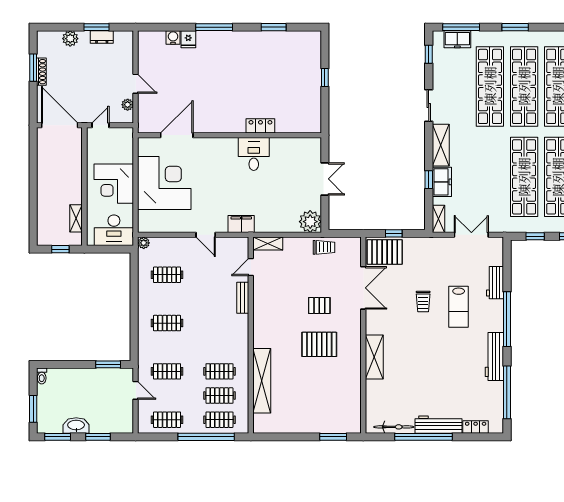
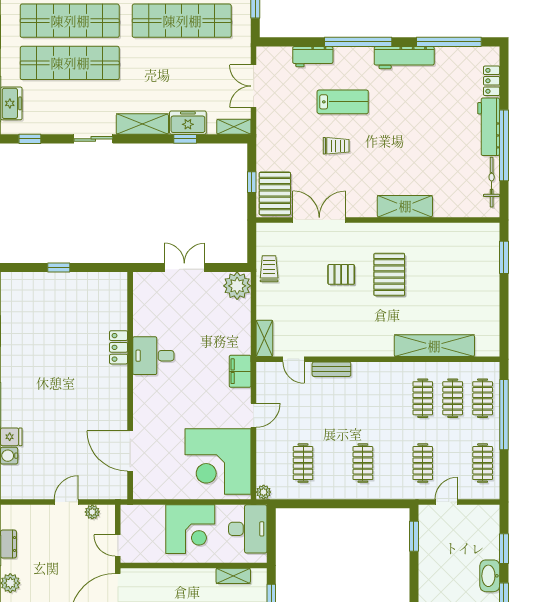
corner desk: (164, 183) -> (218, 461), moved, turned -90
pallet: (319, 306) -> (341, 274), turned 90

